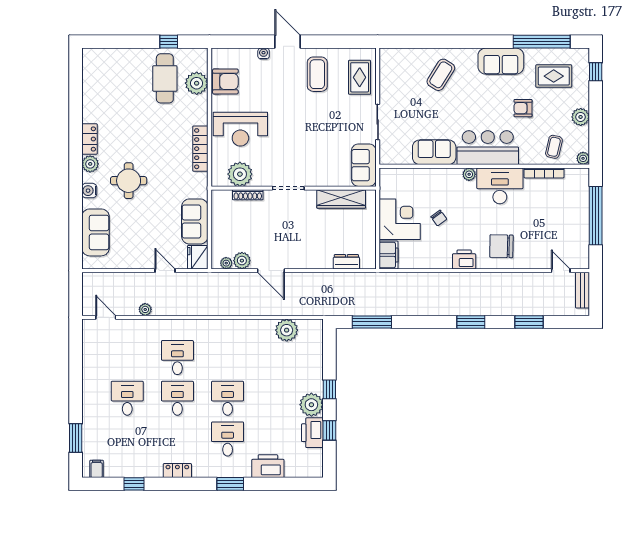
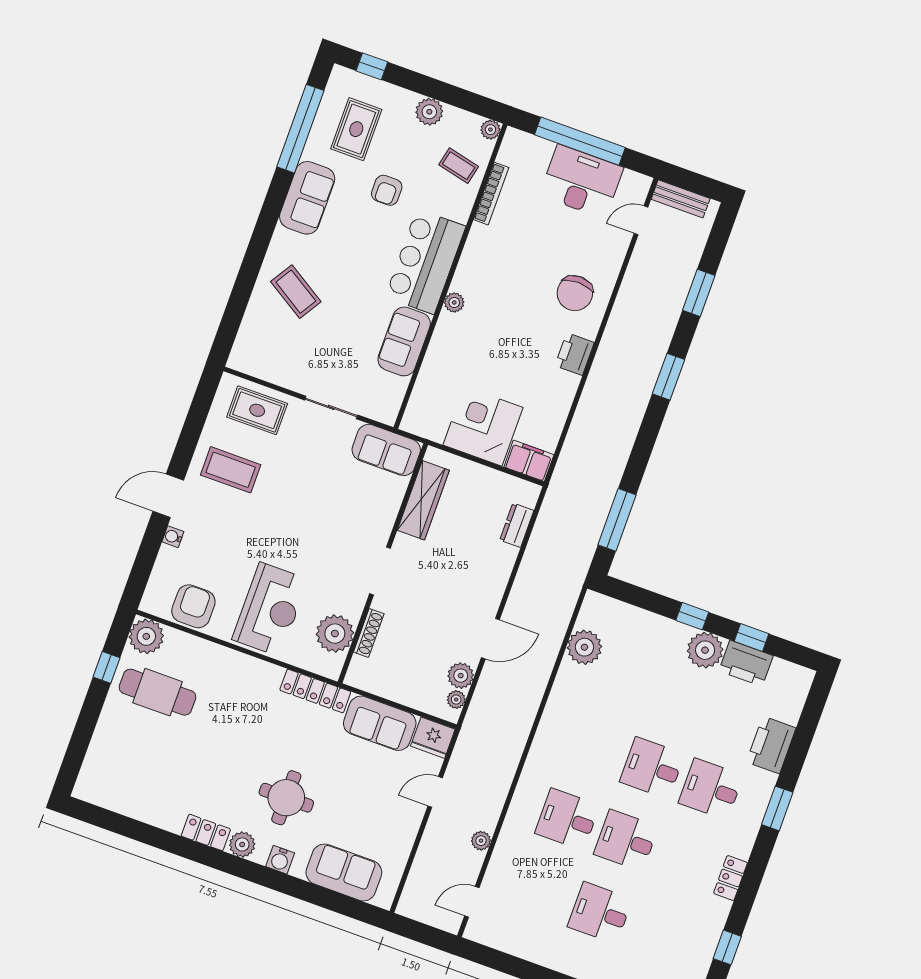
plant: (197, 83) -> (146, 636), moved
locker: (200, 149) -> (315, 691), moved
desk: (500, 186) -> (581, 181), moved, turned 90
chair: (439, 218) -> (501, 369), removed

